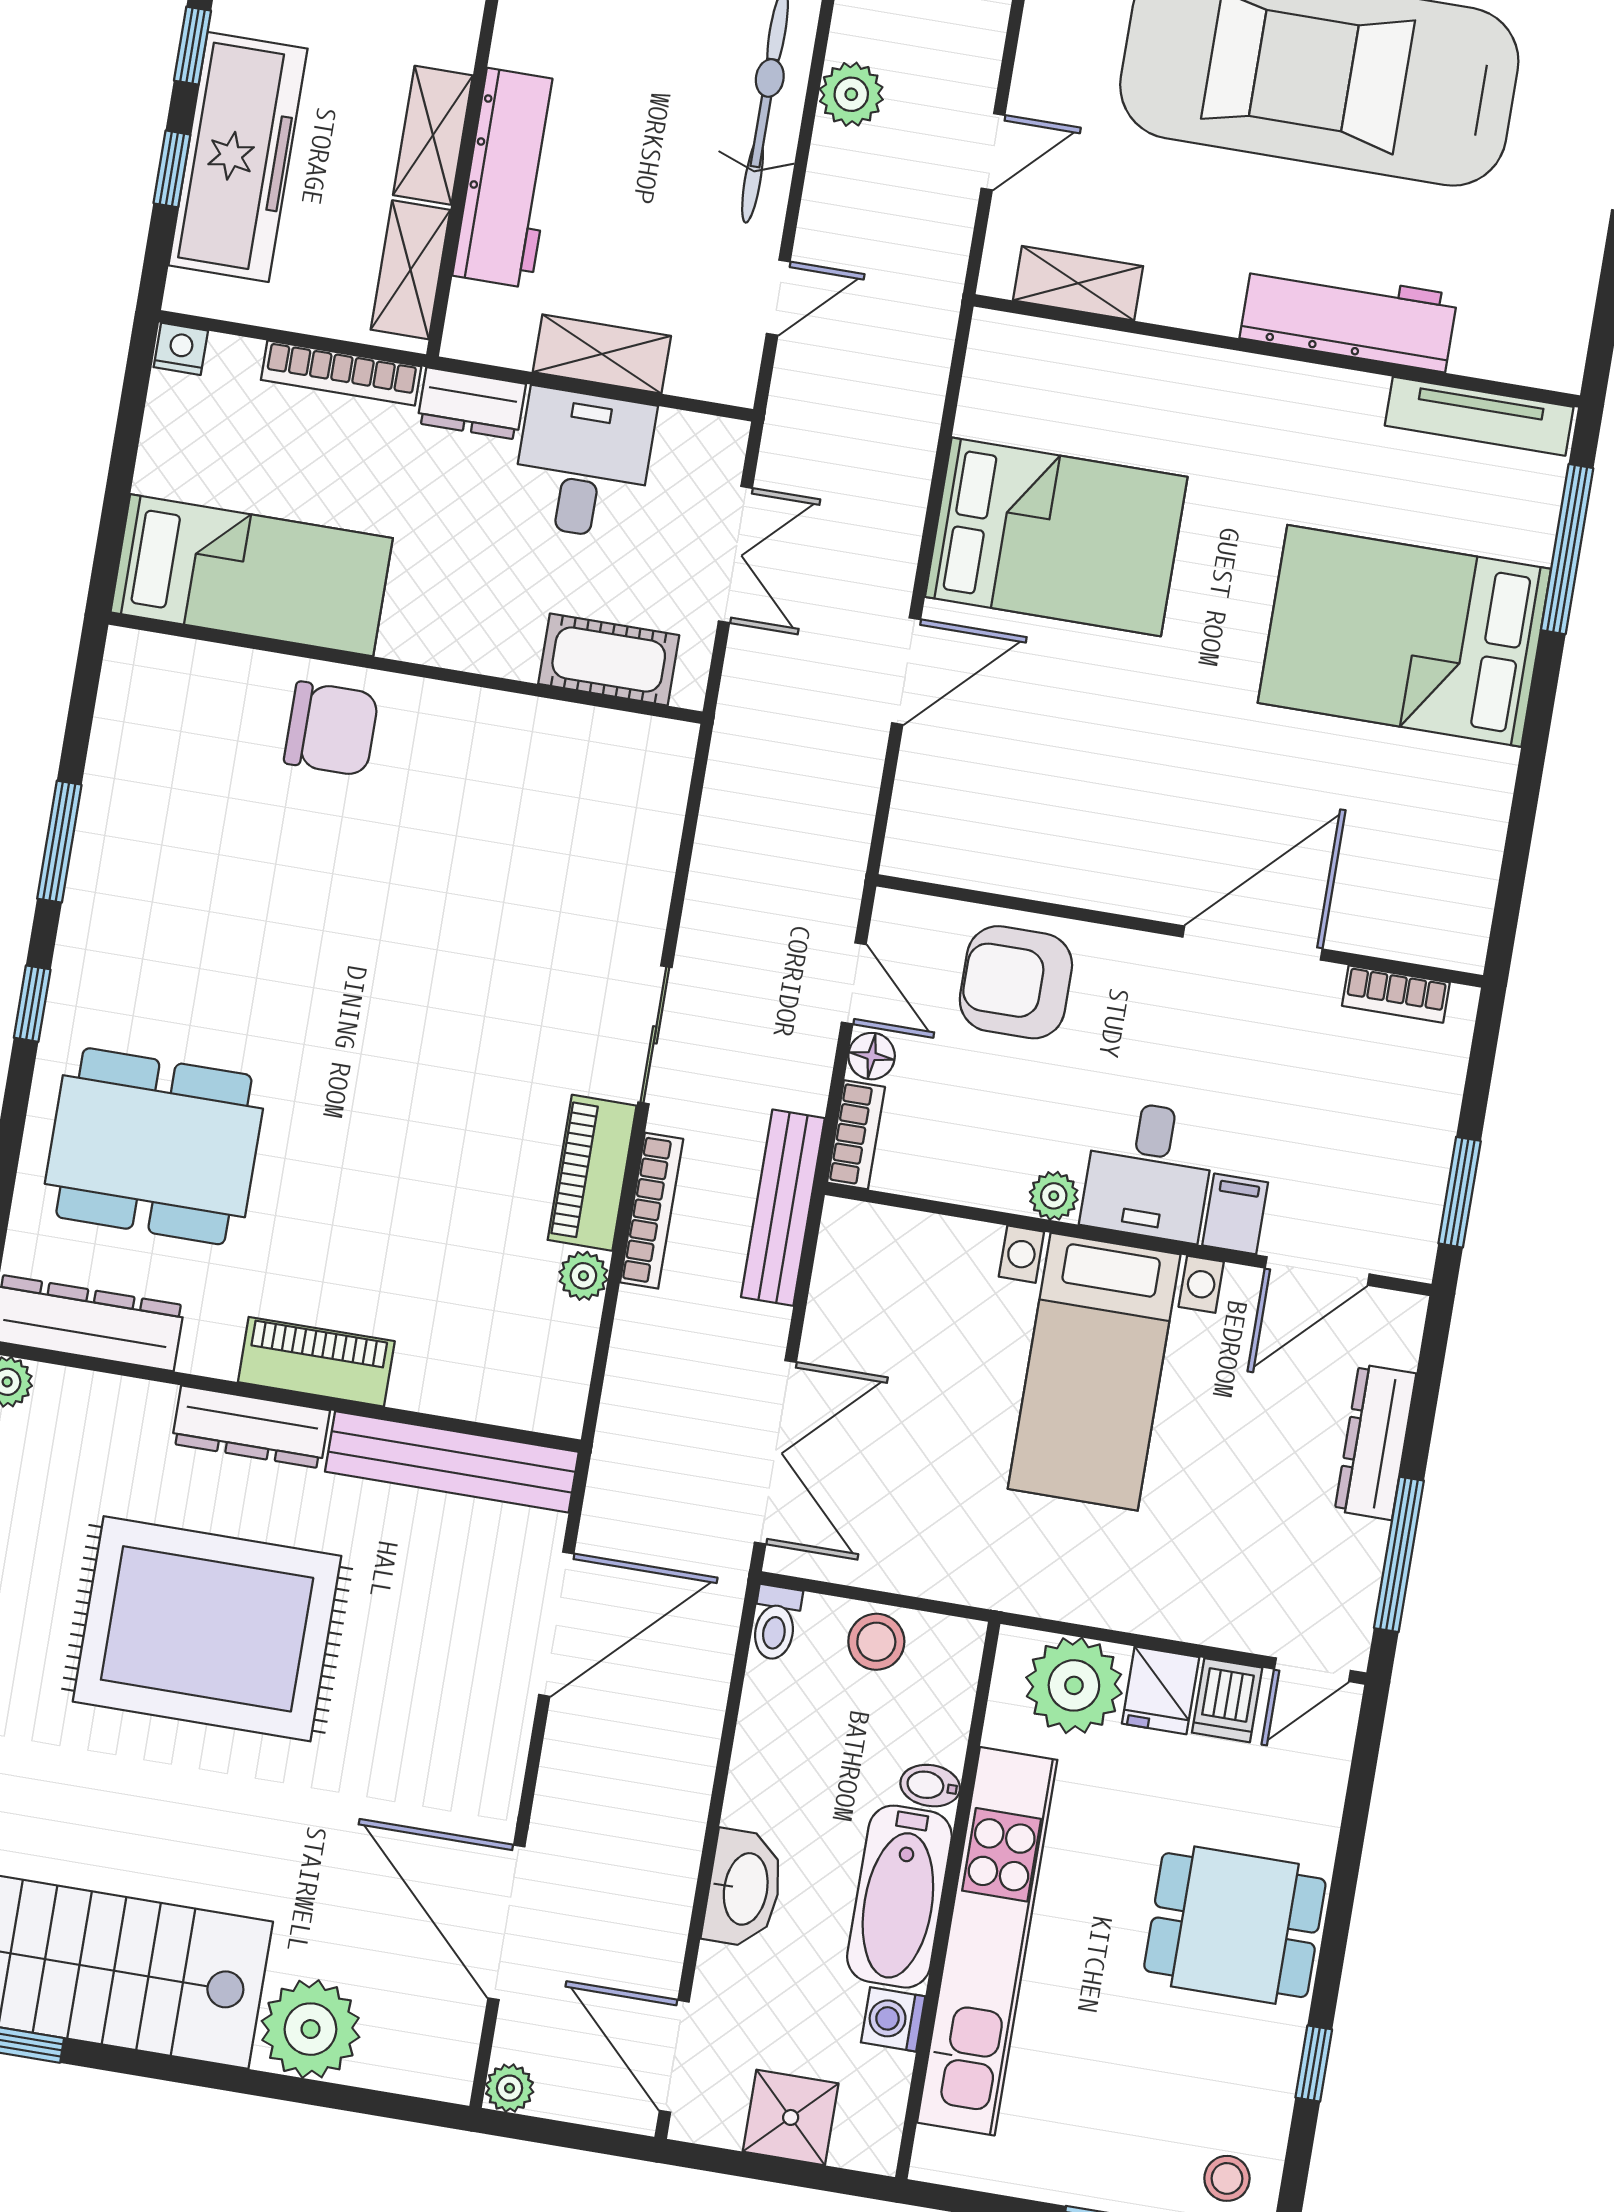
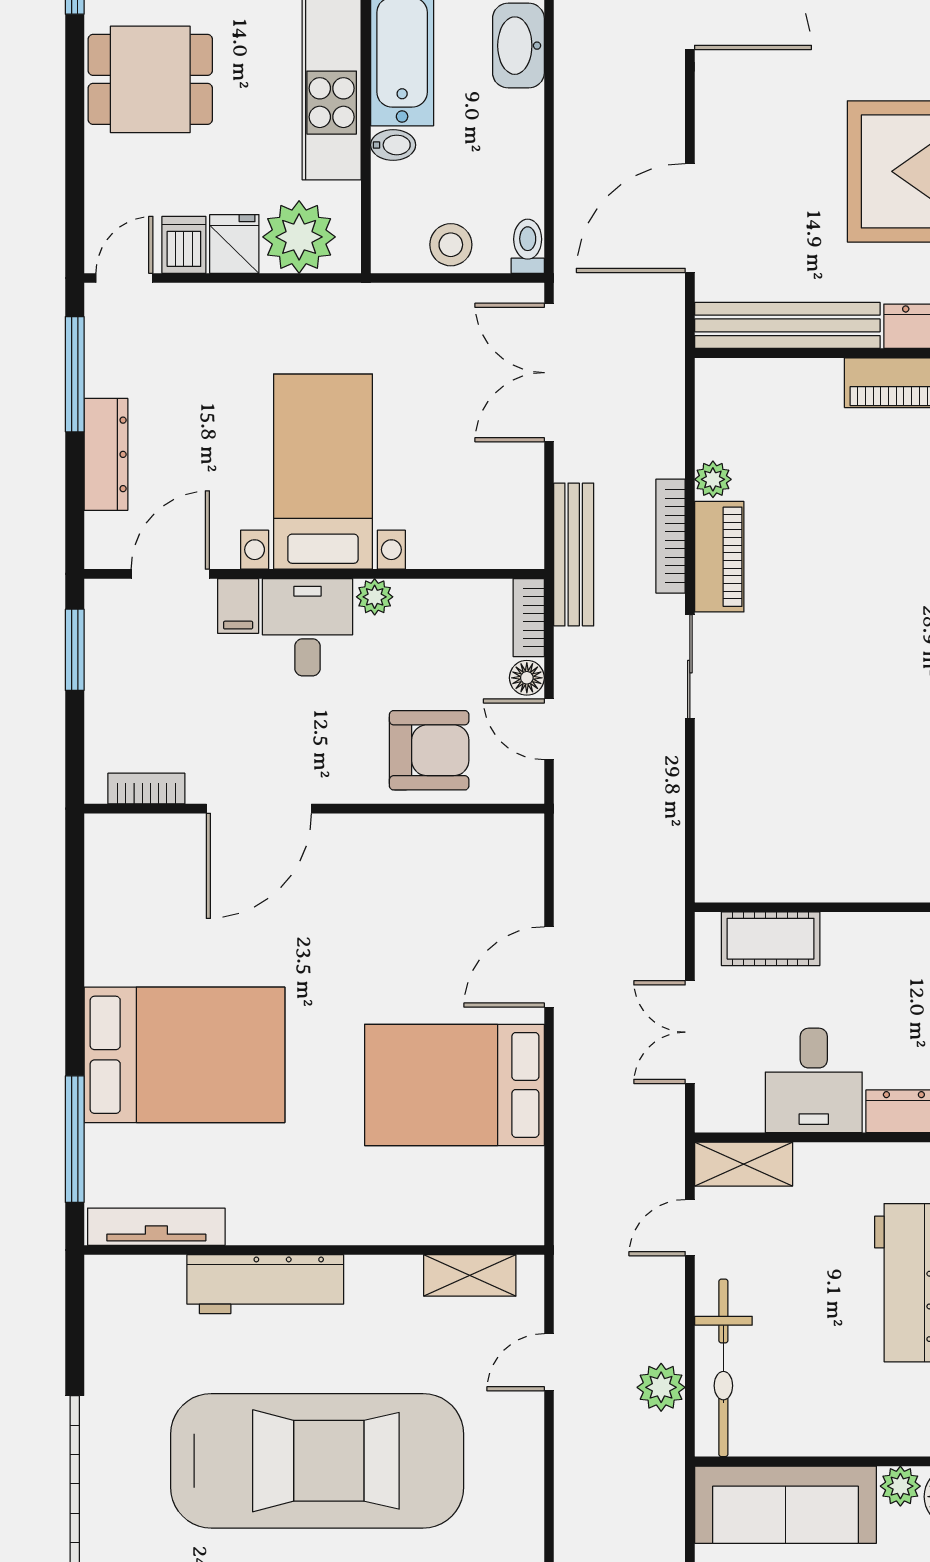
shelving: (602, 354) -> (744, 1164), moved

